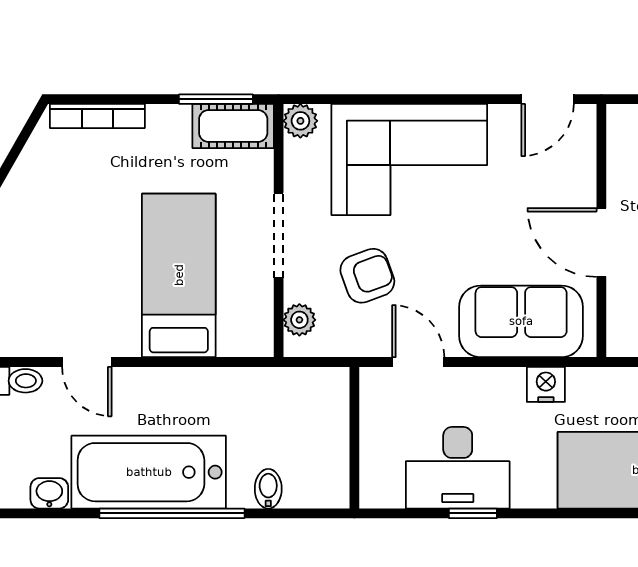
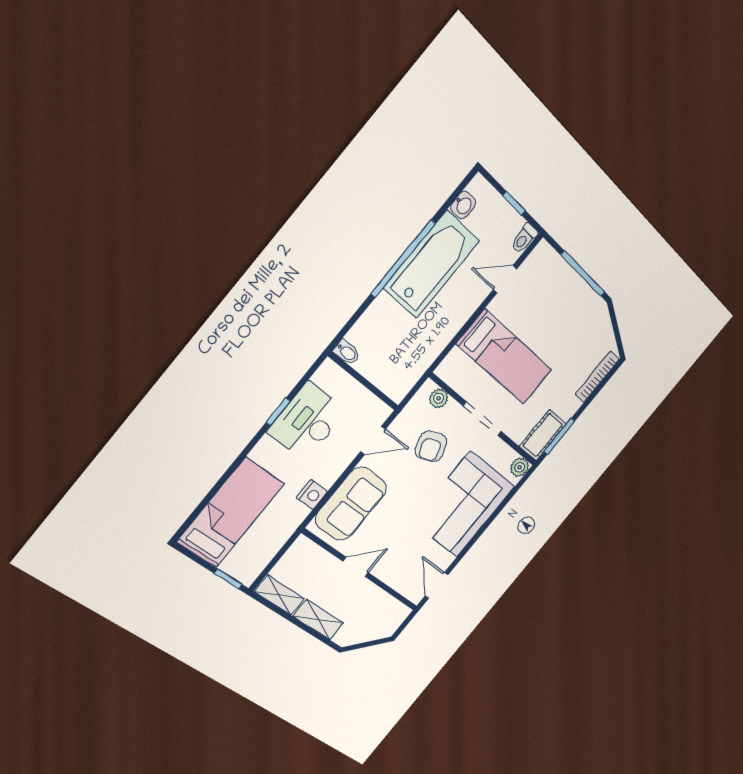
door: (601, 243) -> (356, 567), width x0.73
bidet: (268, 489) -> (347, 352), moved

